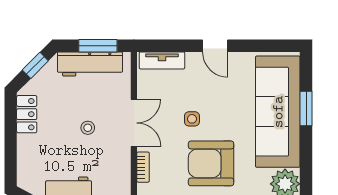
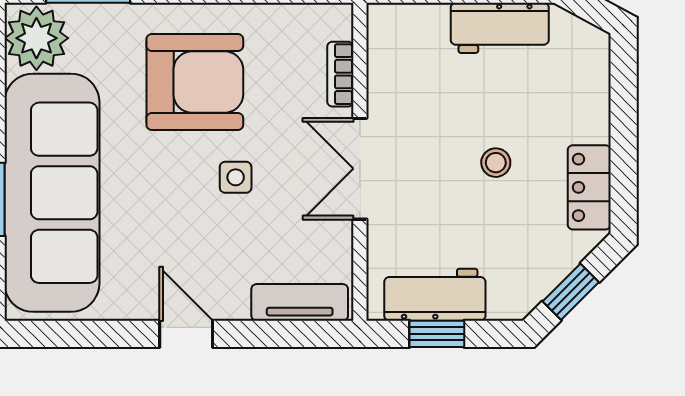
window: (98, 46) -> (437, 334), width x0.67
workbench: (90, 64) -> (435, 295), width x0.73
stool: (88, 128) -> (496, 163), moved

